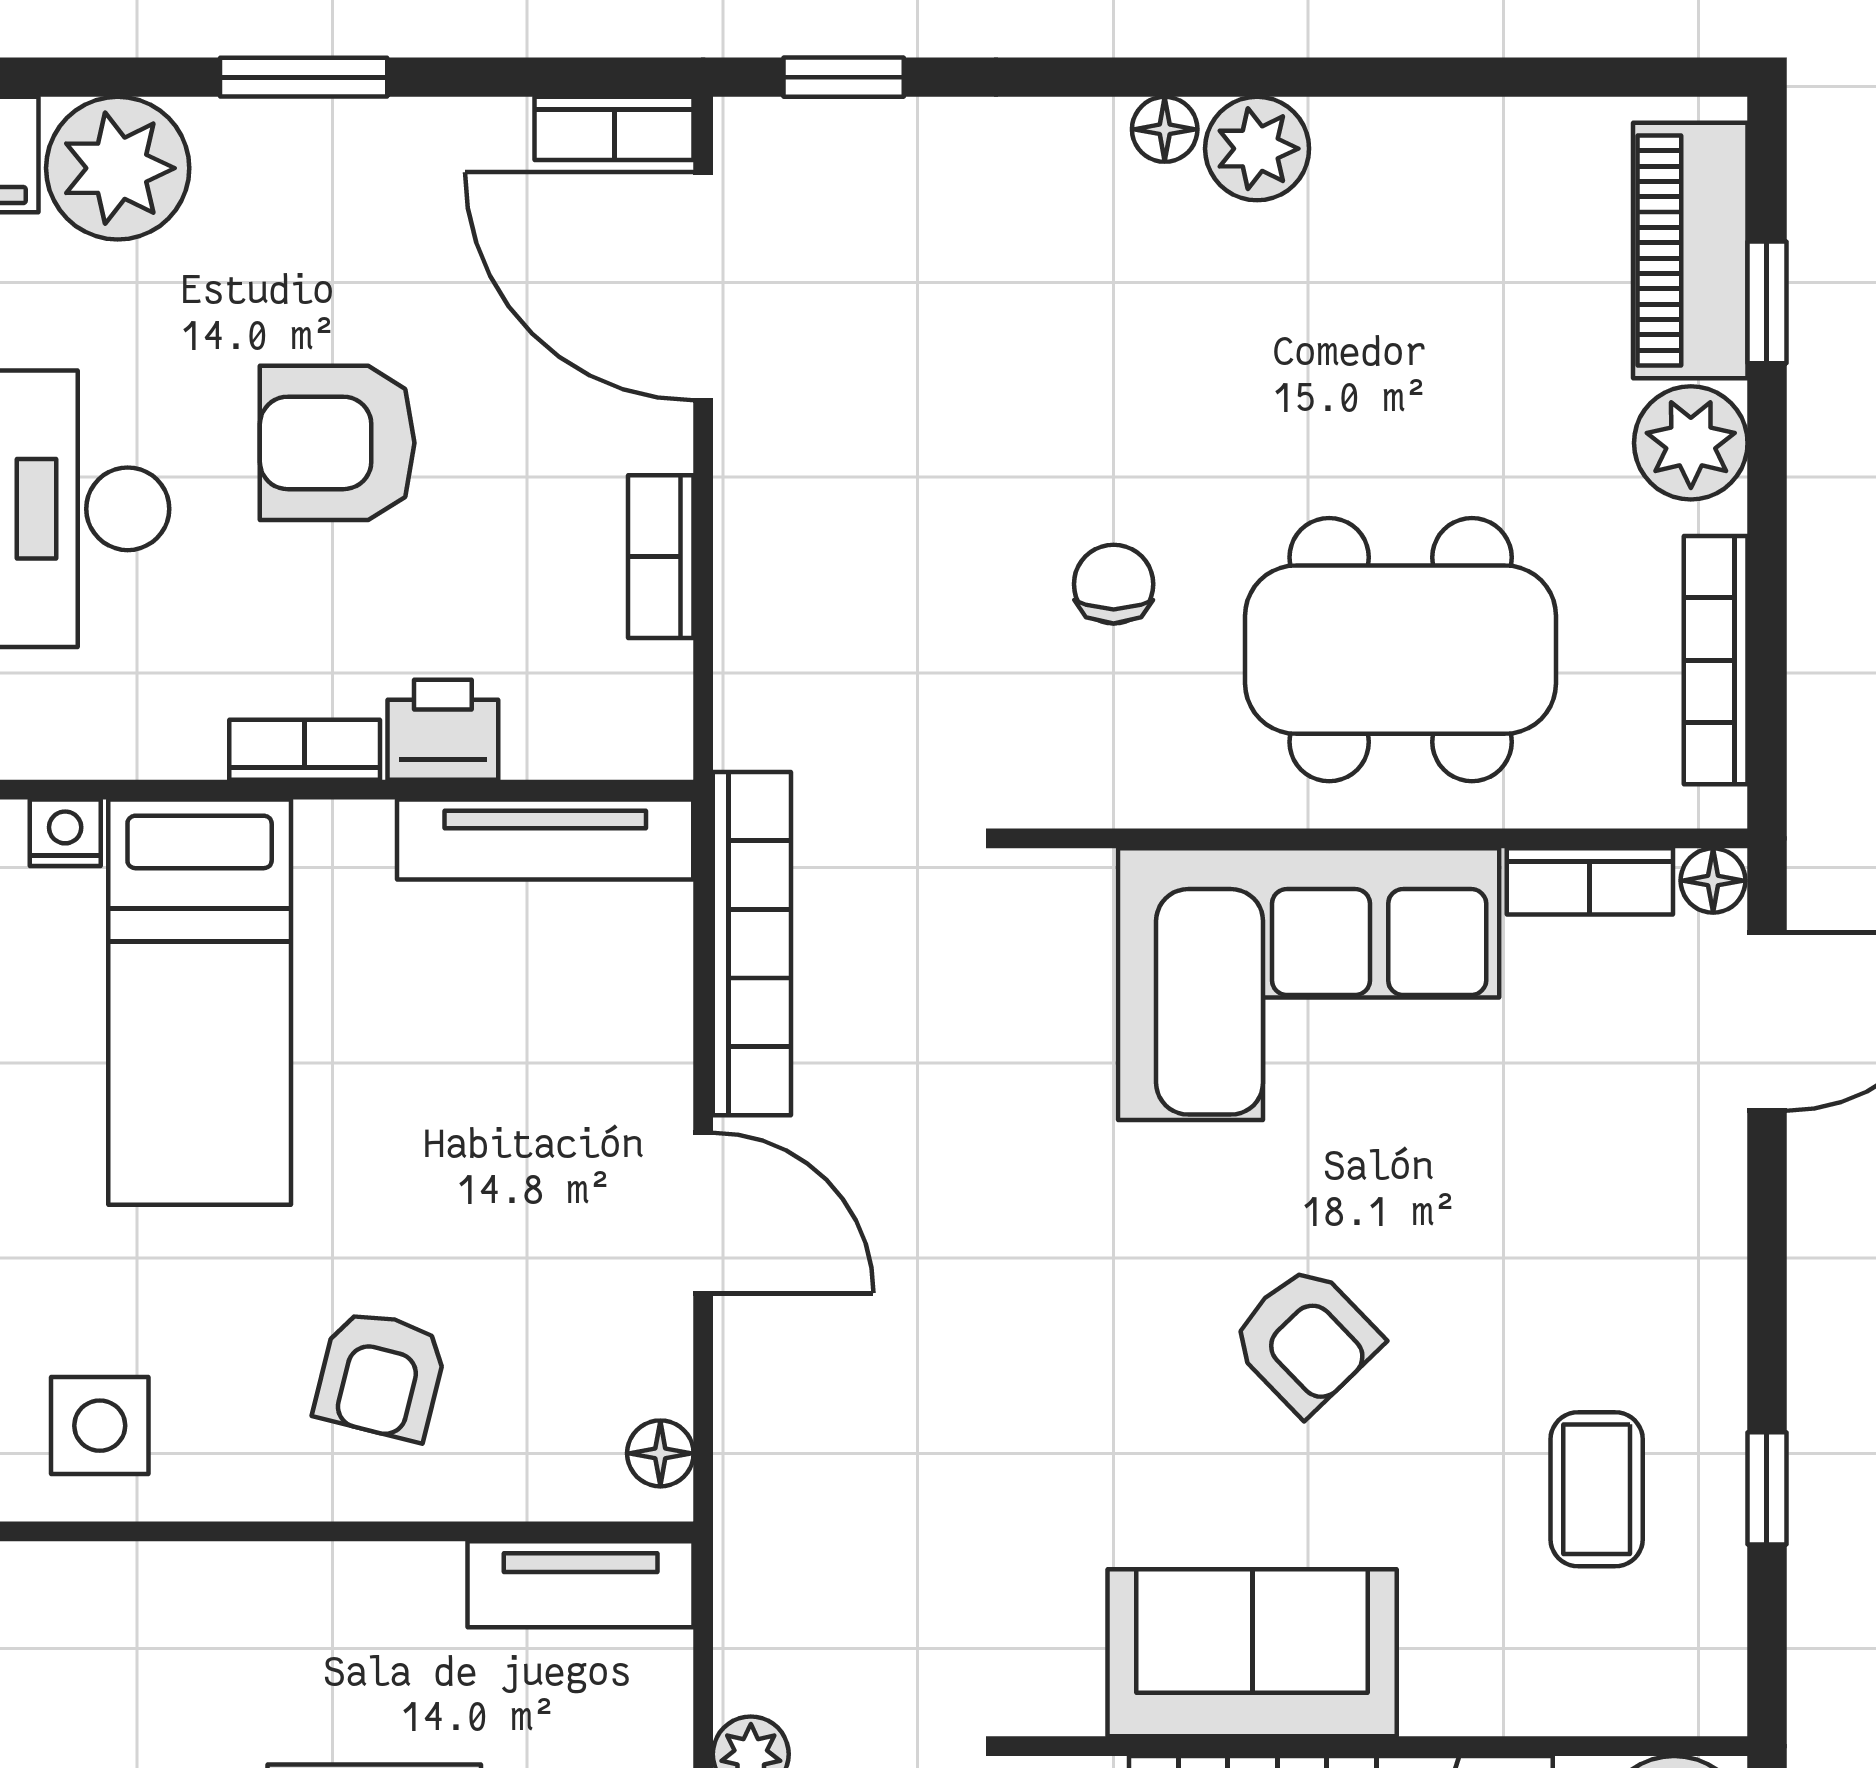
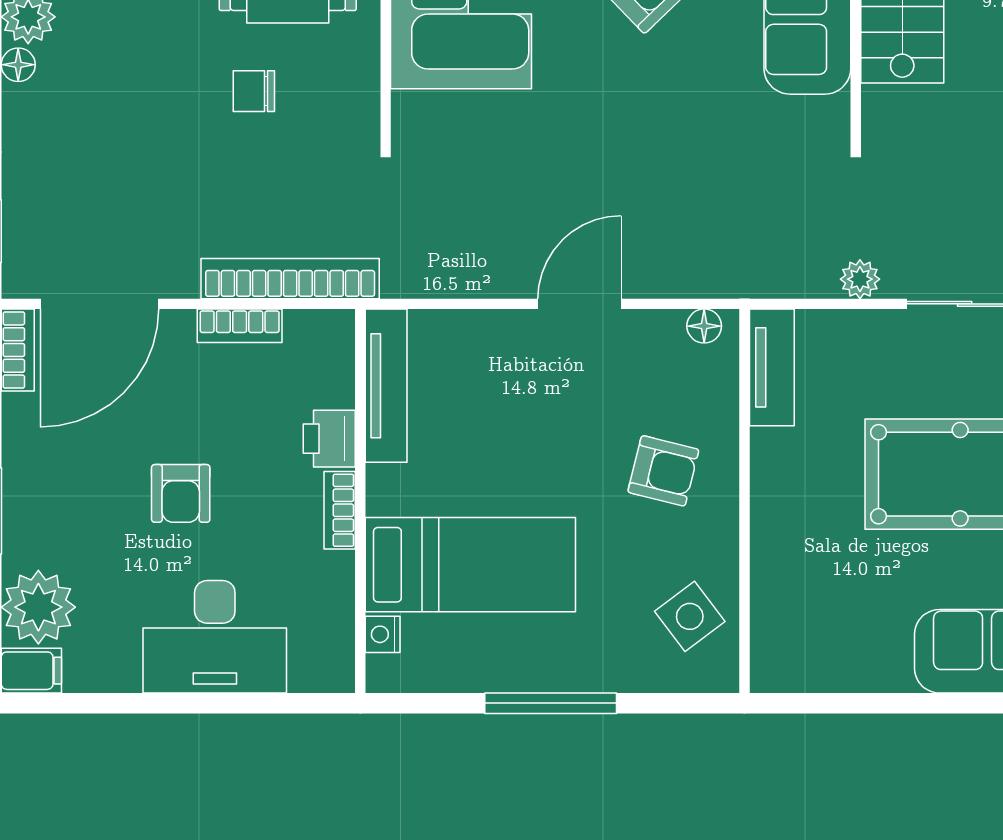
armchair: (337, 443) -> (181, 493), width x0.72, depth x0.72
bookcase: (752, 944) -> (290, 279), moved
side table: (100, 1426) -> (690, 616), turned -37

